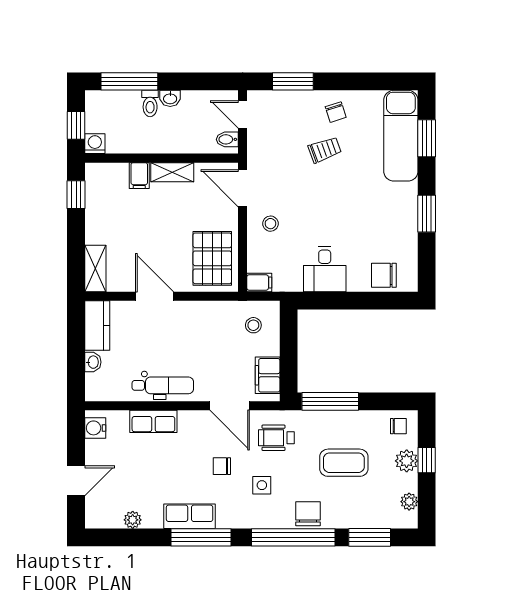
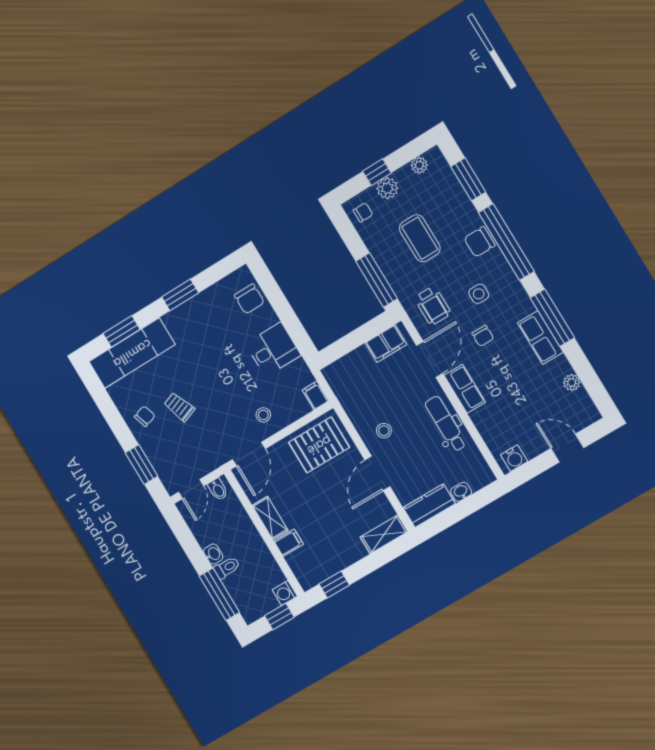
stool: (253, 325) -> (384, 431), moved
row of seats: (153, 421) -> (465, 389), moved
chair: (398, 426) -> (363, 212), turned 90

